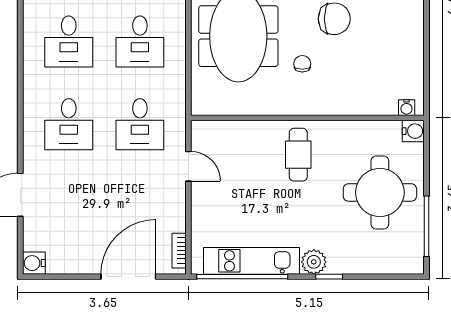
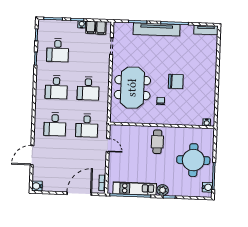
water cooler: (413, 131) -> (207, 187), moved

